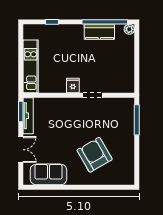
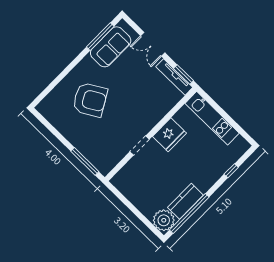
plant: (129, 29) -> (164, 220), width x1.88, depth x1.88
fridge: (73, 85) -> (169, 135), width x1.88, depth x1.34
window: (49, 187) -> (100, 37), added

